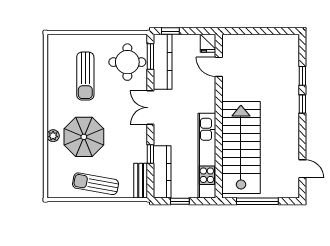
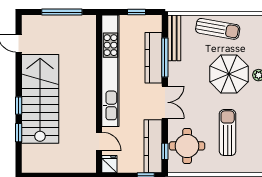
window: (150, 57) -> (165, 151), width x0.67
stairs: (241, 148) -> (40, 99), moved, turned 180
window: (150, 154) -> (165, 57), width x2.17
kitchen unit: (207, 156) -> (110, 71), width x1.36
kitchen counter: (162, 172) -> (154, 58), moved
bench: (141, 181) -> (174, 38), width x1.36

